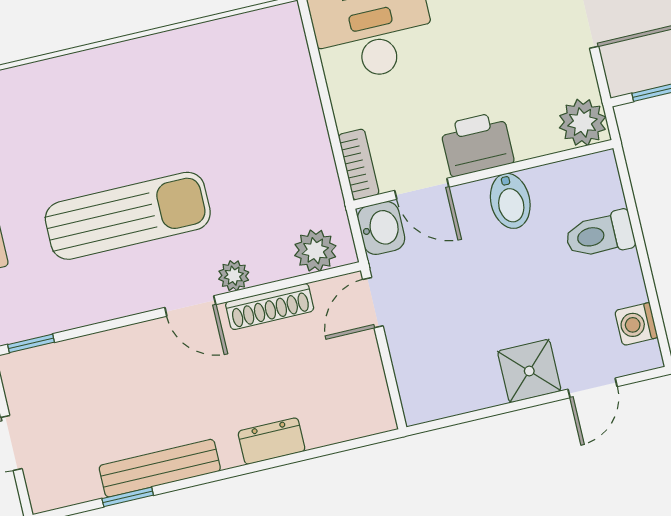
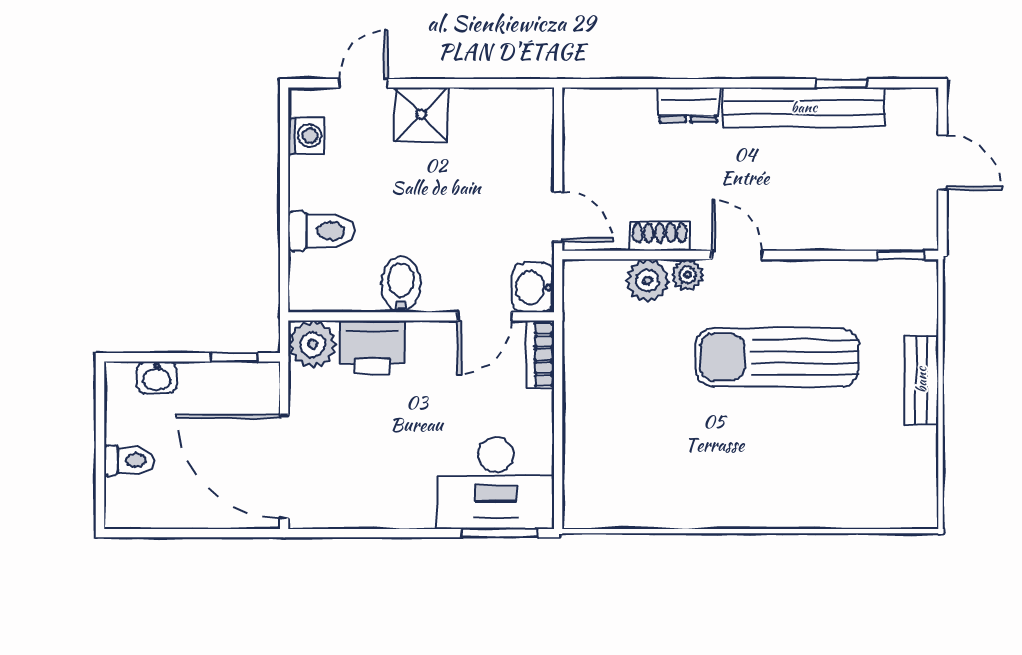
printer: (477, 144) -> (372, 347), moved
door: (422, 189) -> (484, 316), swing flipped
plant: (315, 251) -> (648, 280), moved
door: (373, 303) -> (558, 217), hinge flipped
shoe rack: (270, 306) -> (660, 236), width x0.70
bench: (160, 468) -> (804, 107), width x1.37, depth x1.21

